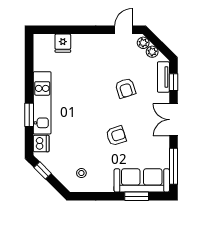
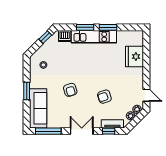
fridge: (63, 43) -> (135, 56), width x1.88, depth x1.34
window: (29, 83) -> (108, 27), added
window: (137, 196) -> (27, 91), moved

